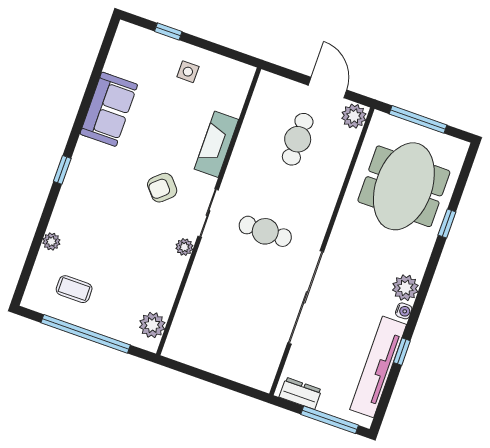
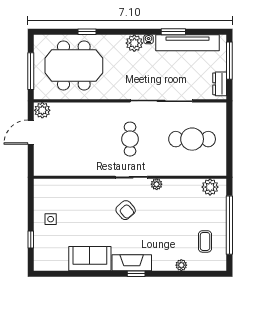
cafe table: (298, 139) -> (192, 139), moved, width x1.37, depth x1.35
fireplace: (216, 144) -> (132, 263), moved, turned 180
window: (402, 352) -> (173, 32), width x1.50

